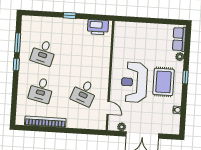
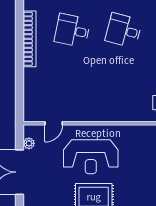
reception desk: (134, 82) -> (91, 157), turned 180
desk: (84, 93) -> (72, 89), removed

